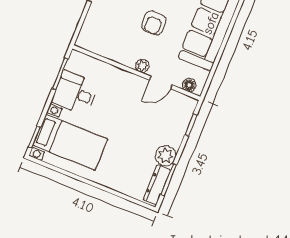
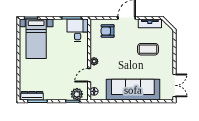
armchair: (154, 23) -> (108, 31), moved
door: (161, 83) -> (89, 75), hinge flipped
desk: (75, 93) -> (78, 30), moved
plant: (166, 156) -> (77, 94), moved

